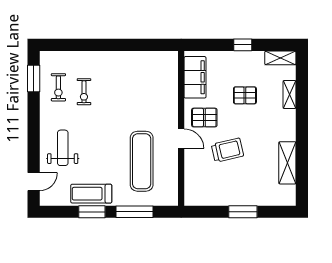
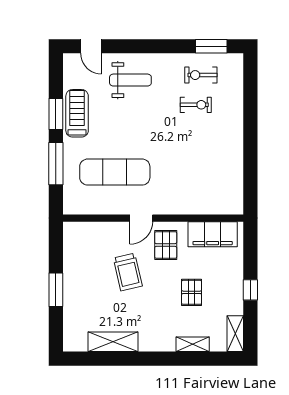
exercise bike: (84, 92) -> (196, 105), turned 180

